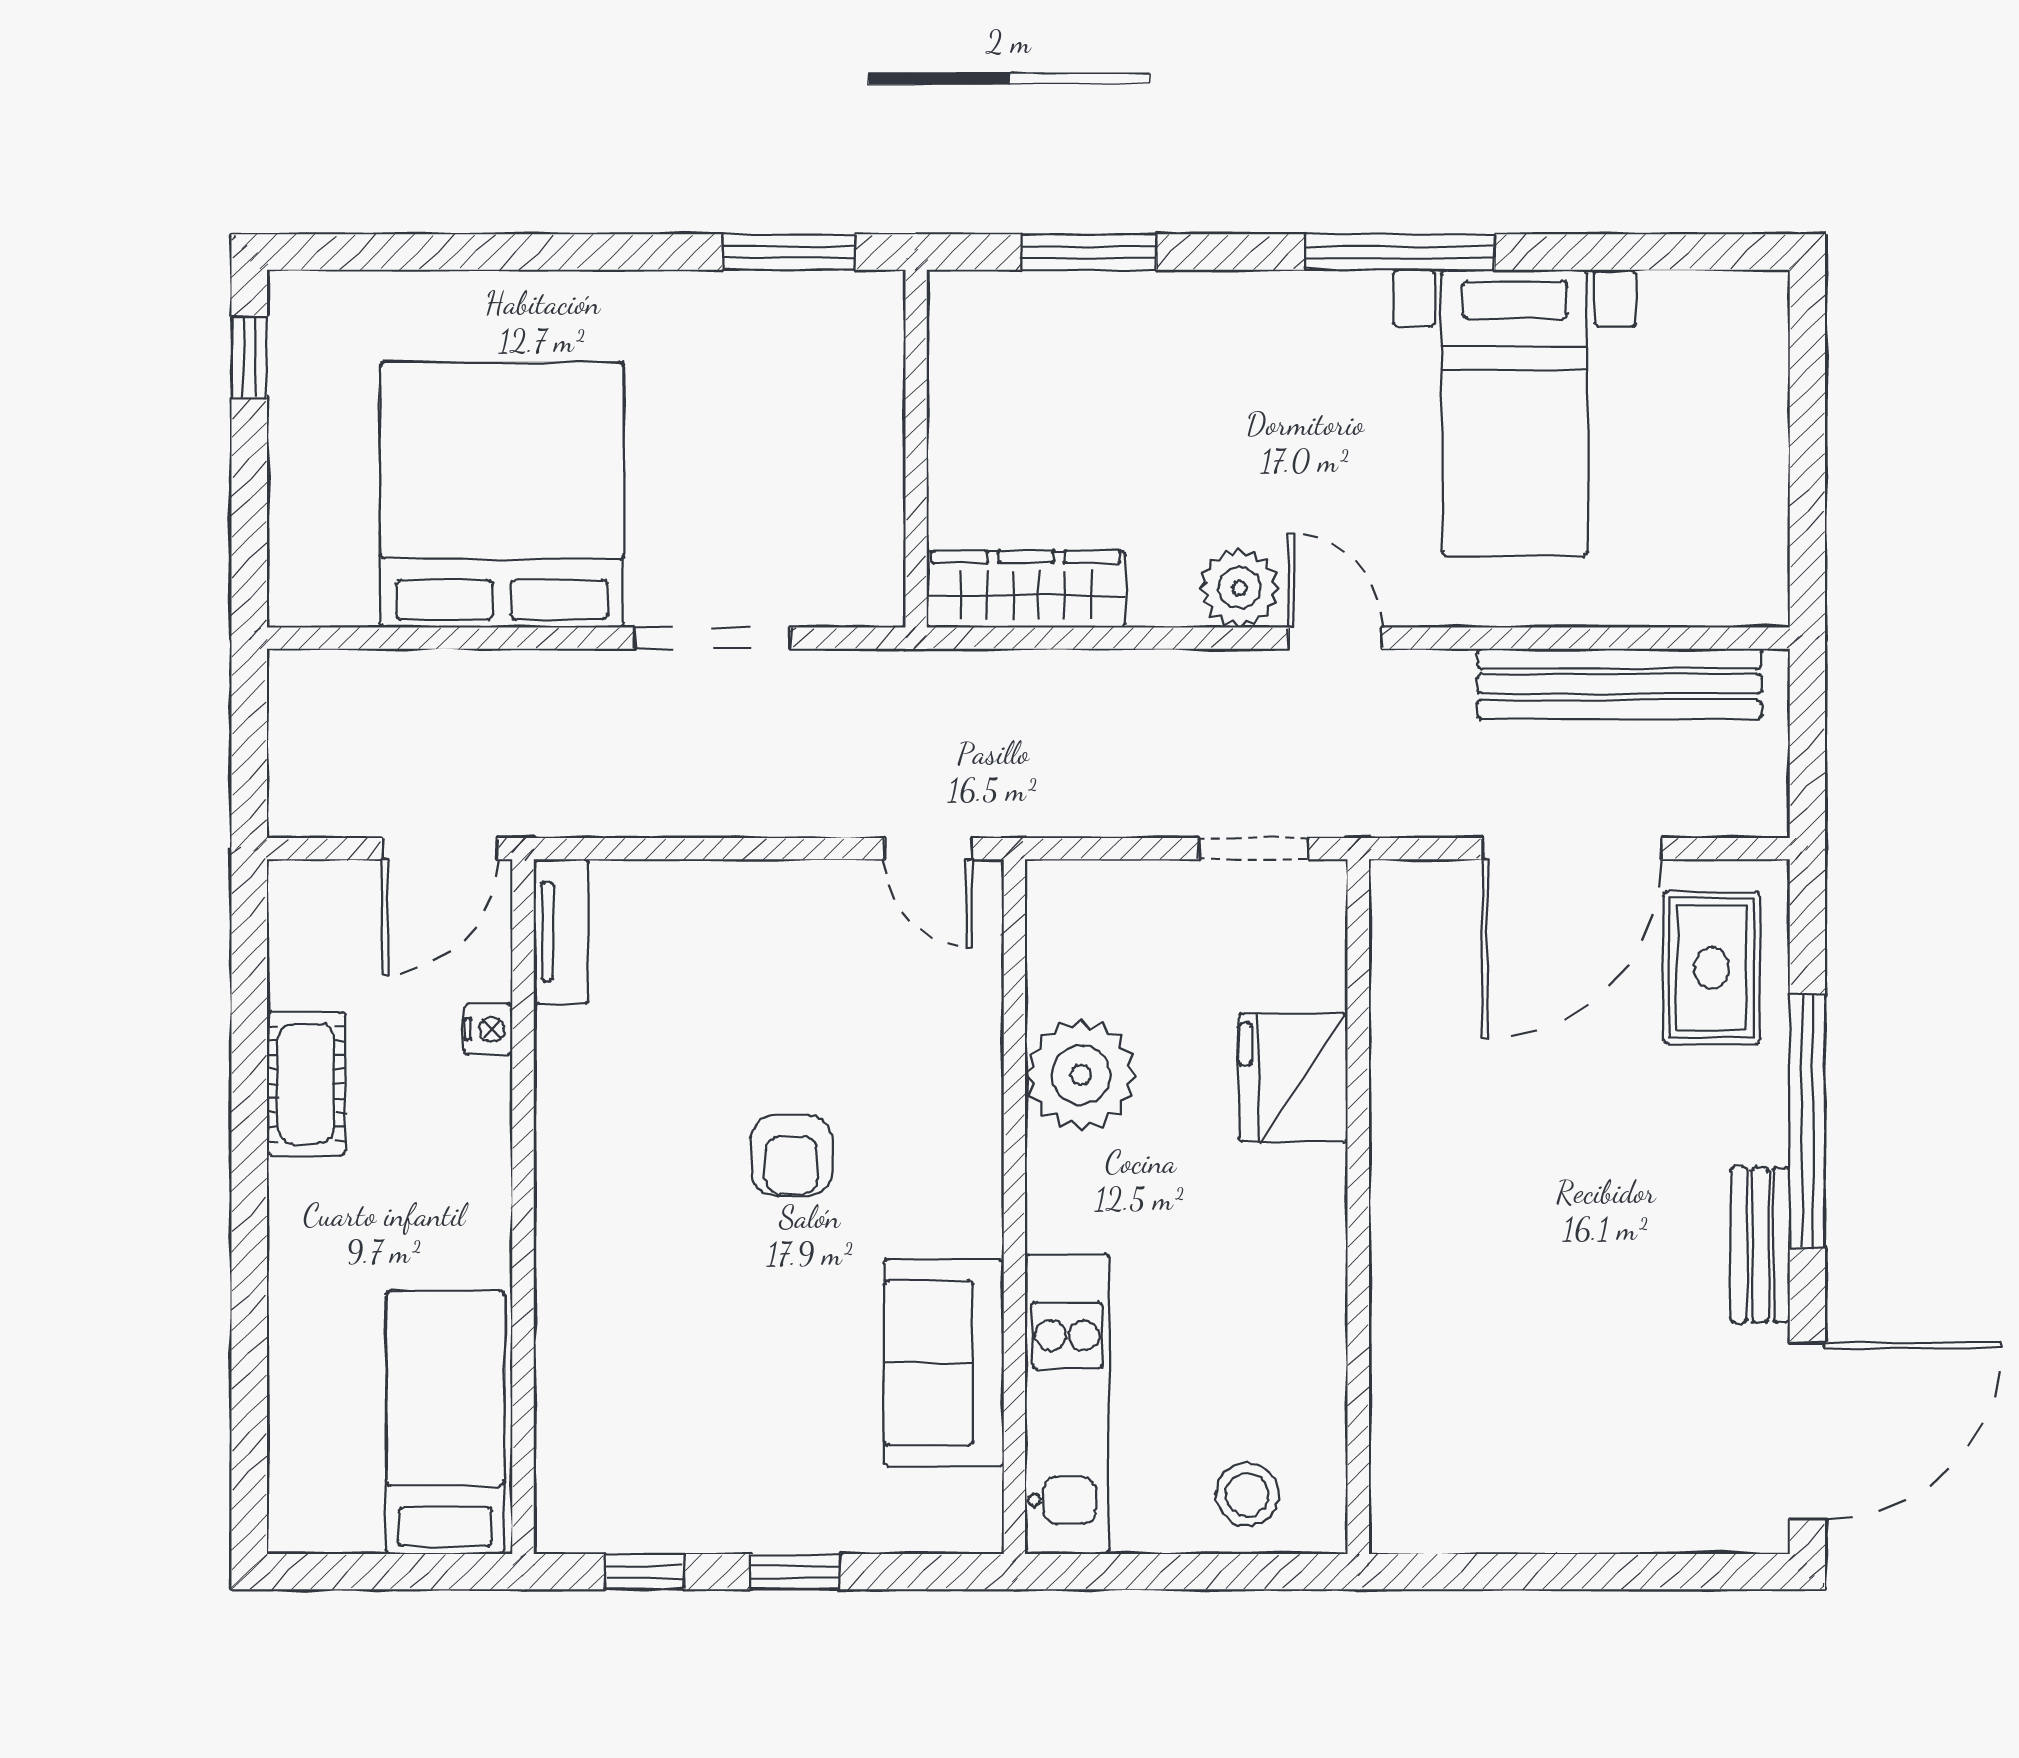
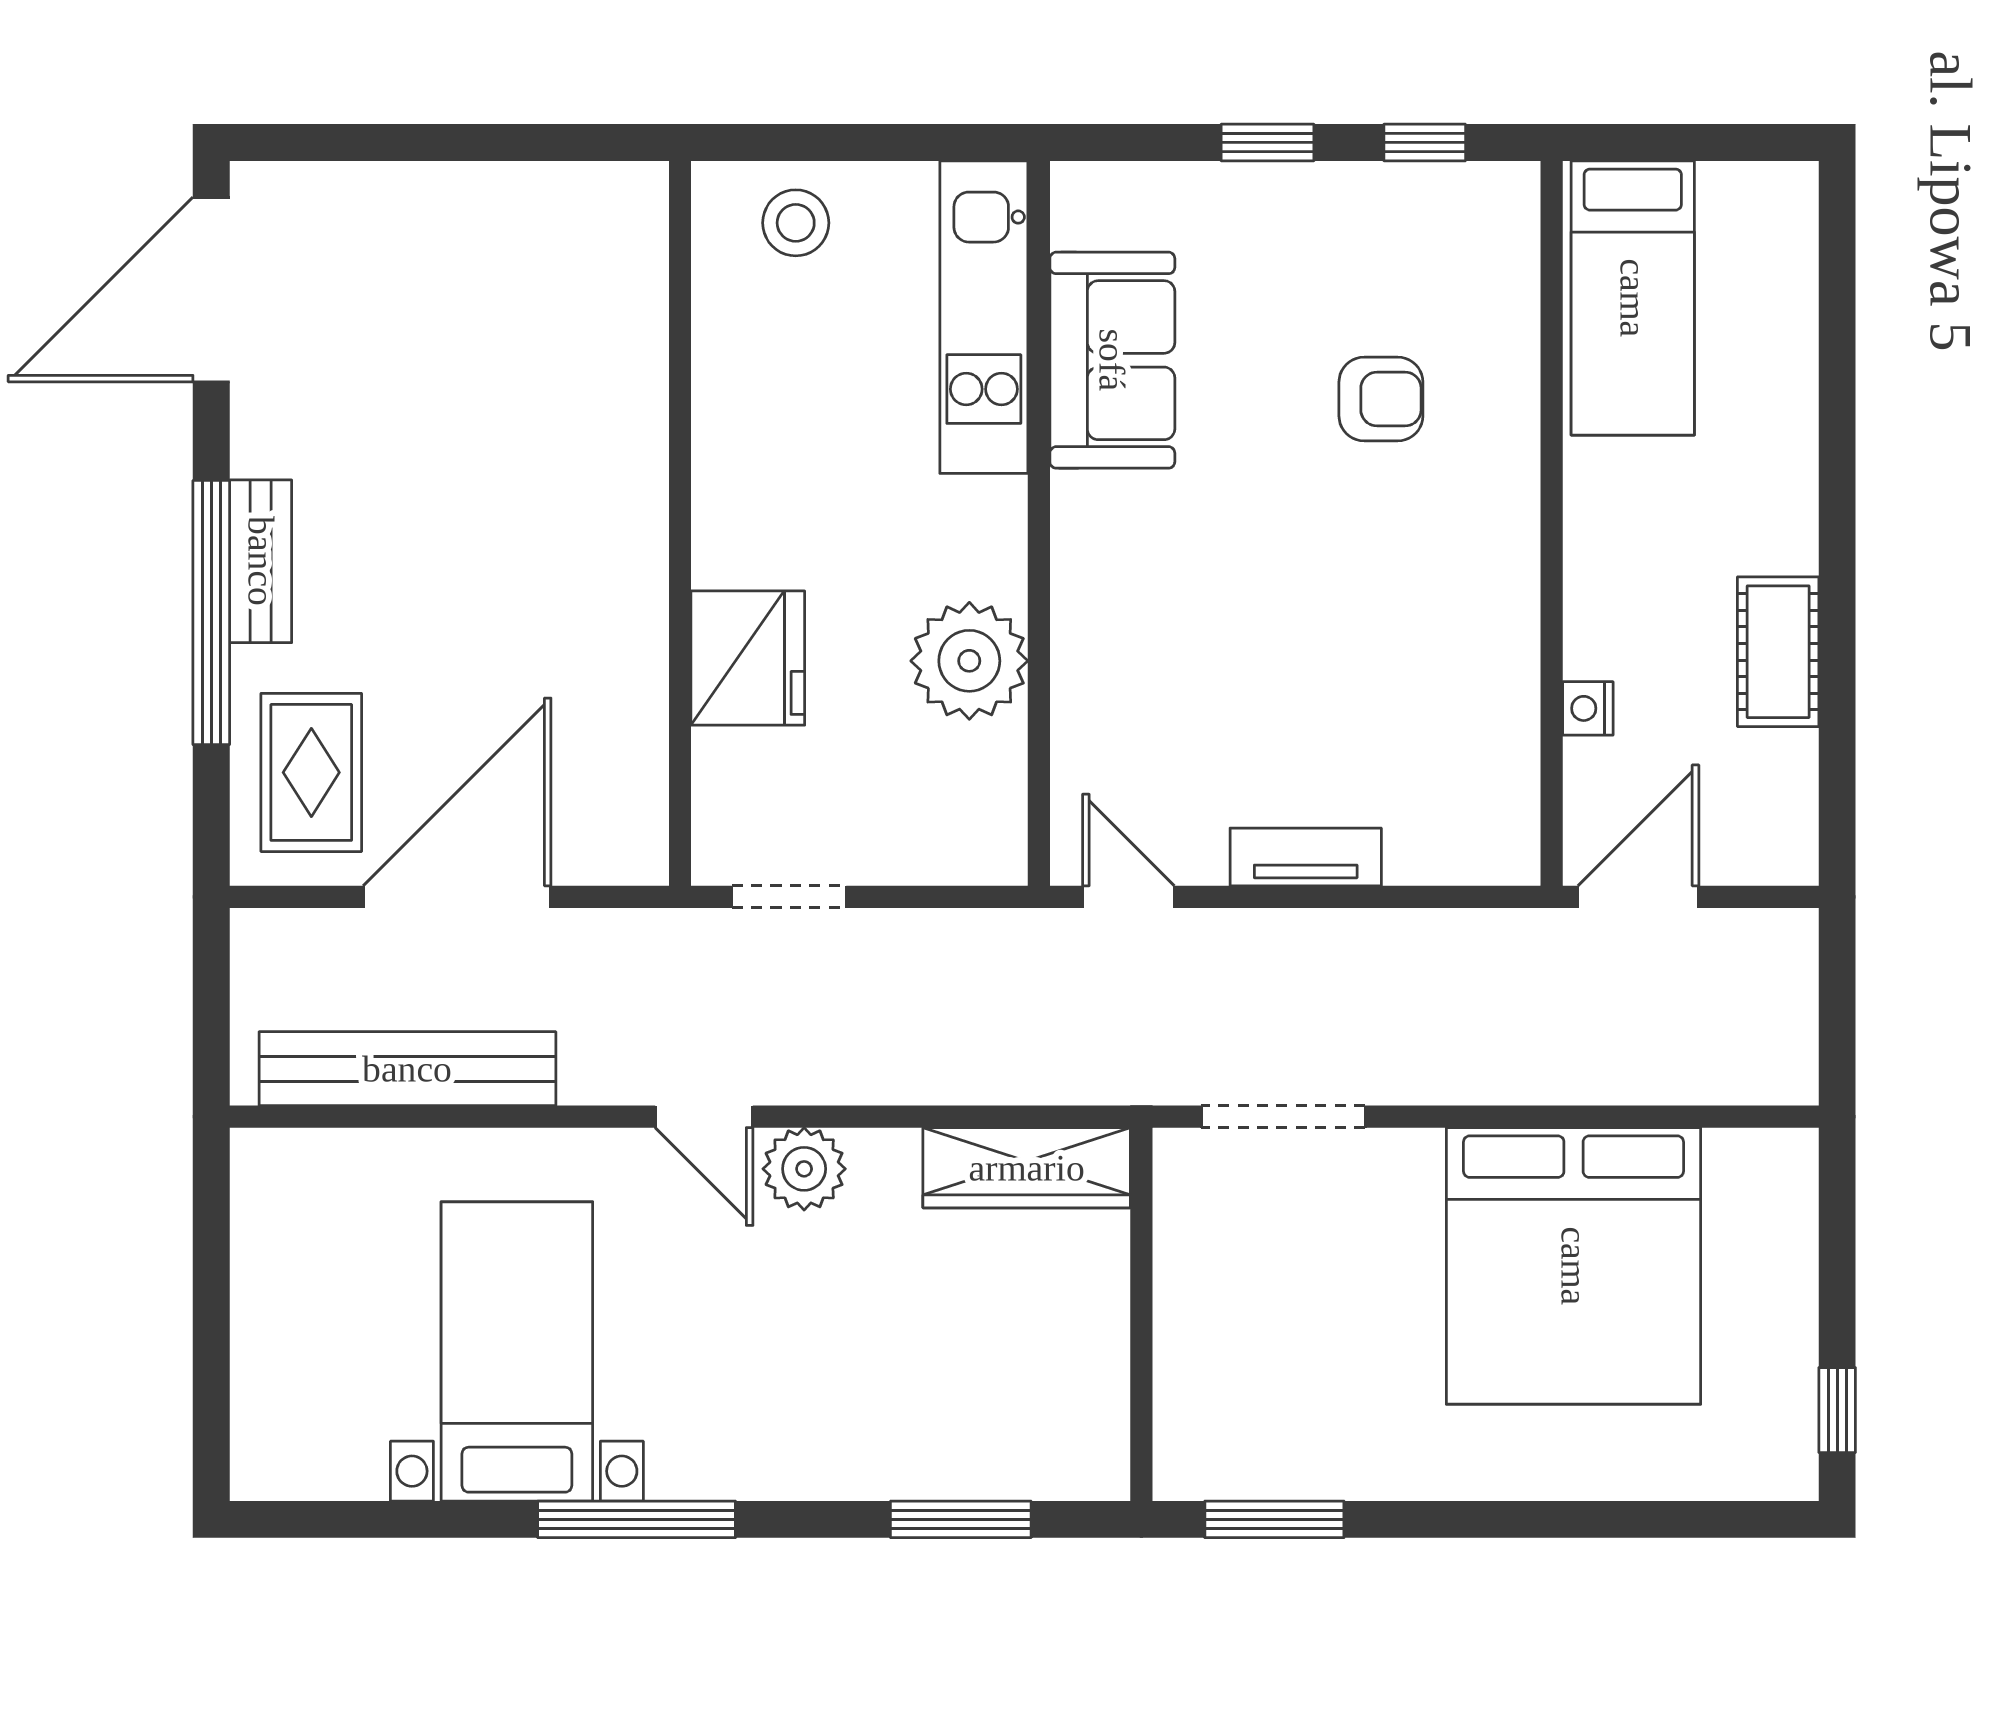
doorway: (712, 638) -> (1283, 1117), moved
tv unit: (561, 932) -> (1306, 857), moved, turned 90
armchair: (792, 1155) -> (1381, 399), moved, turned 90
bench: (1760, 1245) -> (261, 561), moved

